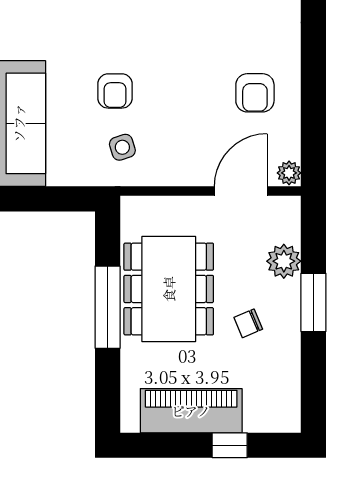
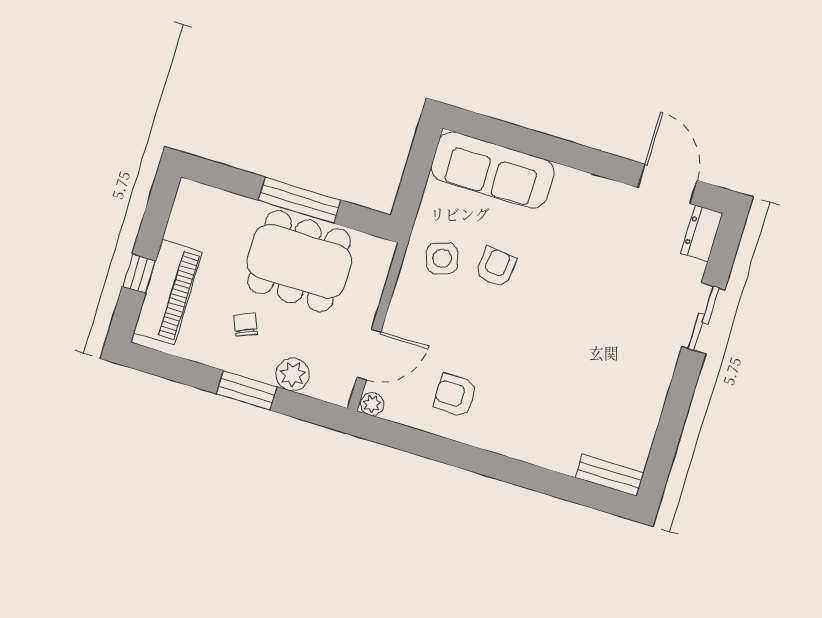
armchair: (115, 91) -> (496, 267), turned 97
side table: (122, 147) -> (442, 258), width x1.37, depth x1.37
door: (241, 191) -> (369, 355), hinge flipped
piano: (191, 411) -> (168, 292), moved

